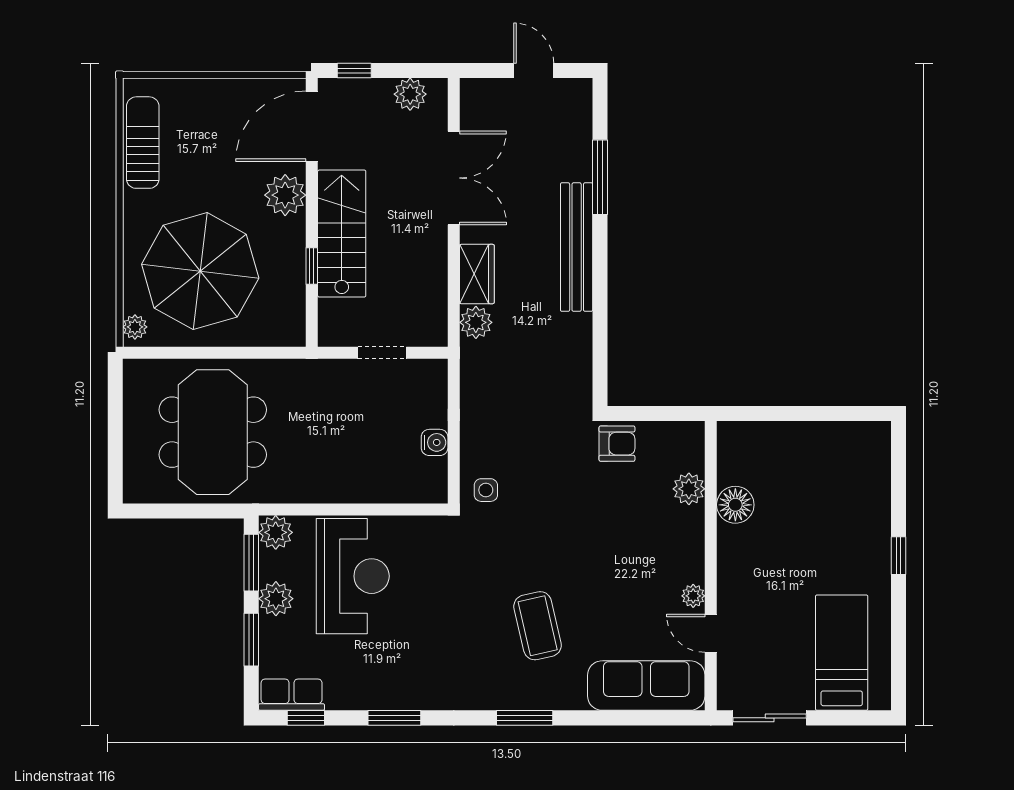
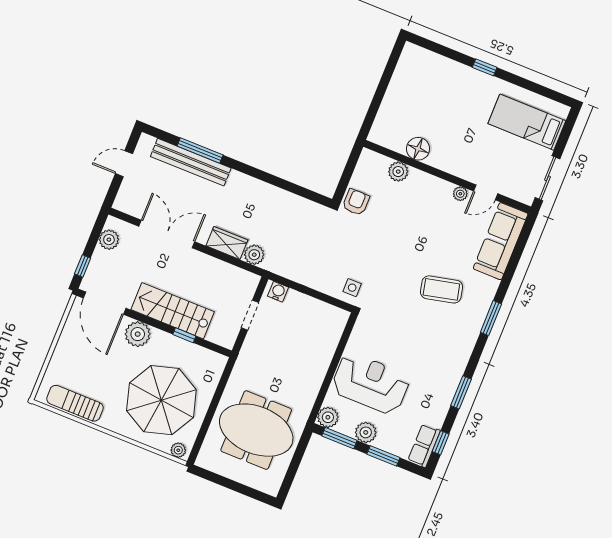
bench: (577, 247) -> (191, 162), moved
water cooler: (435, 442) -> (278, 292), moved

